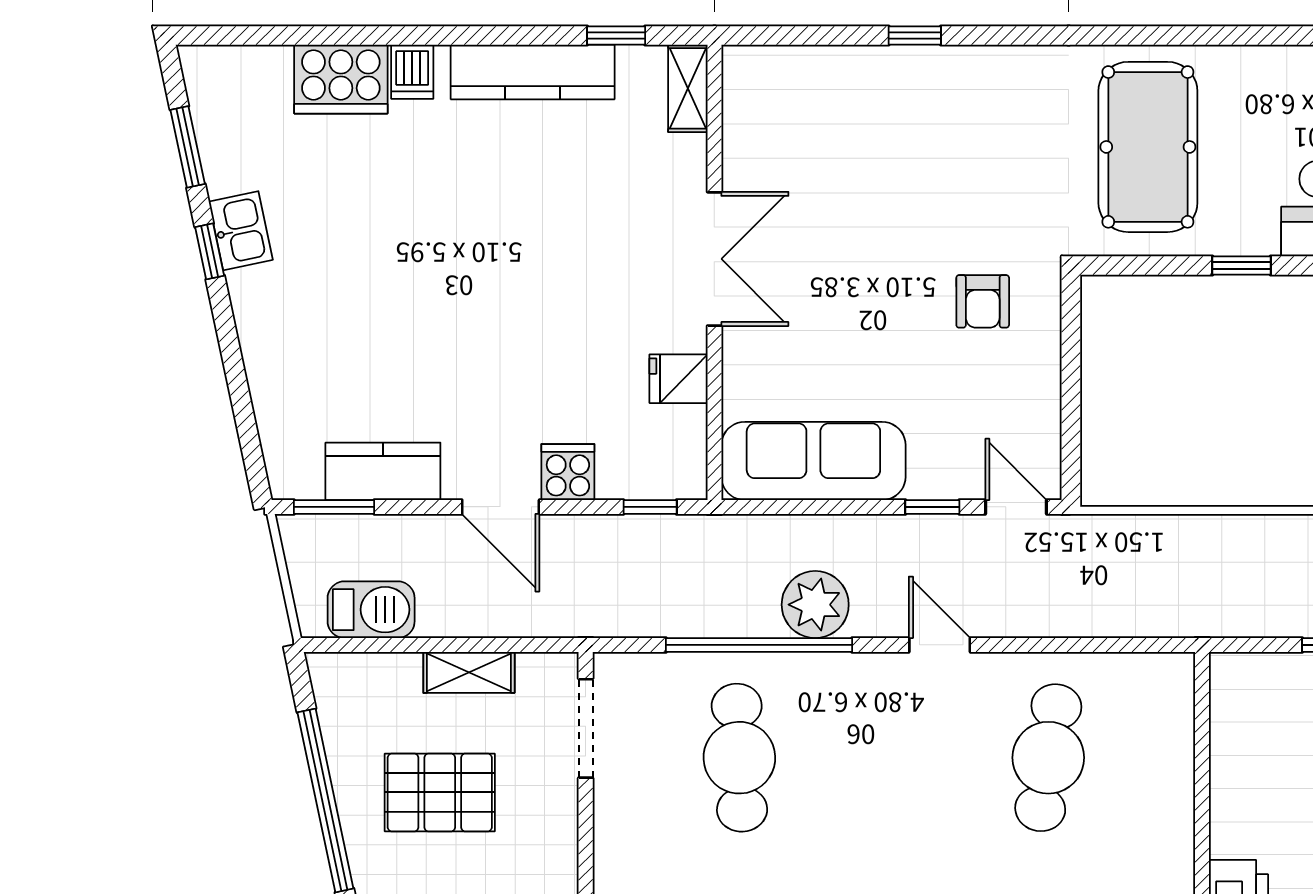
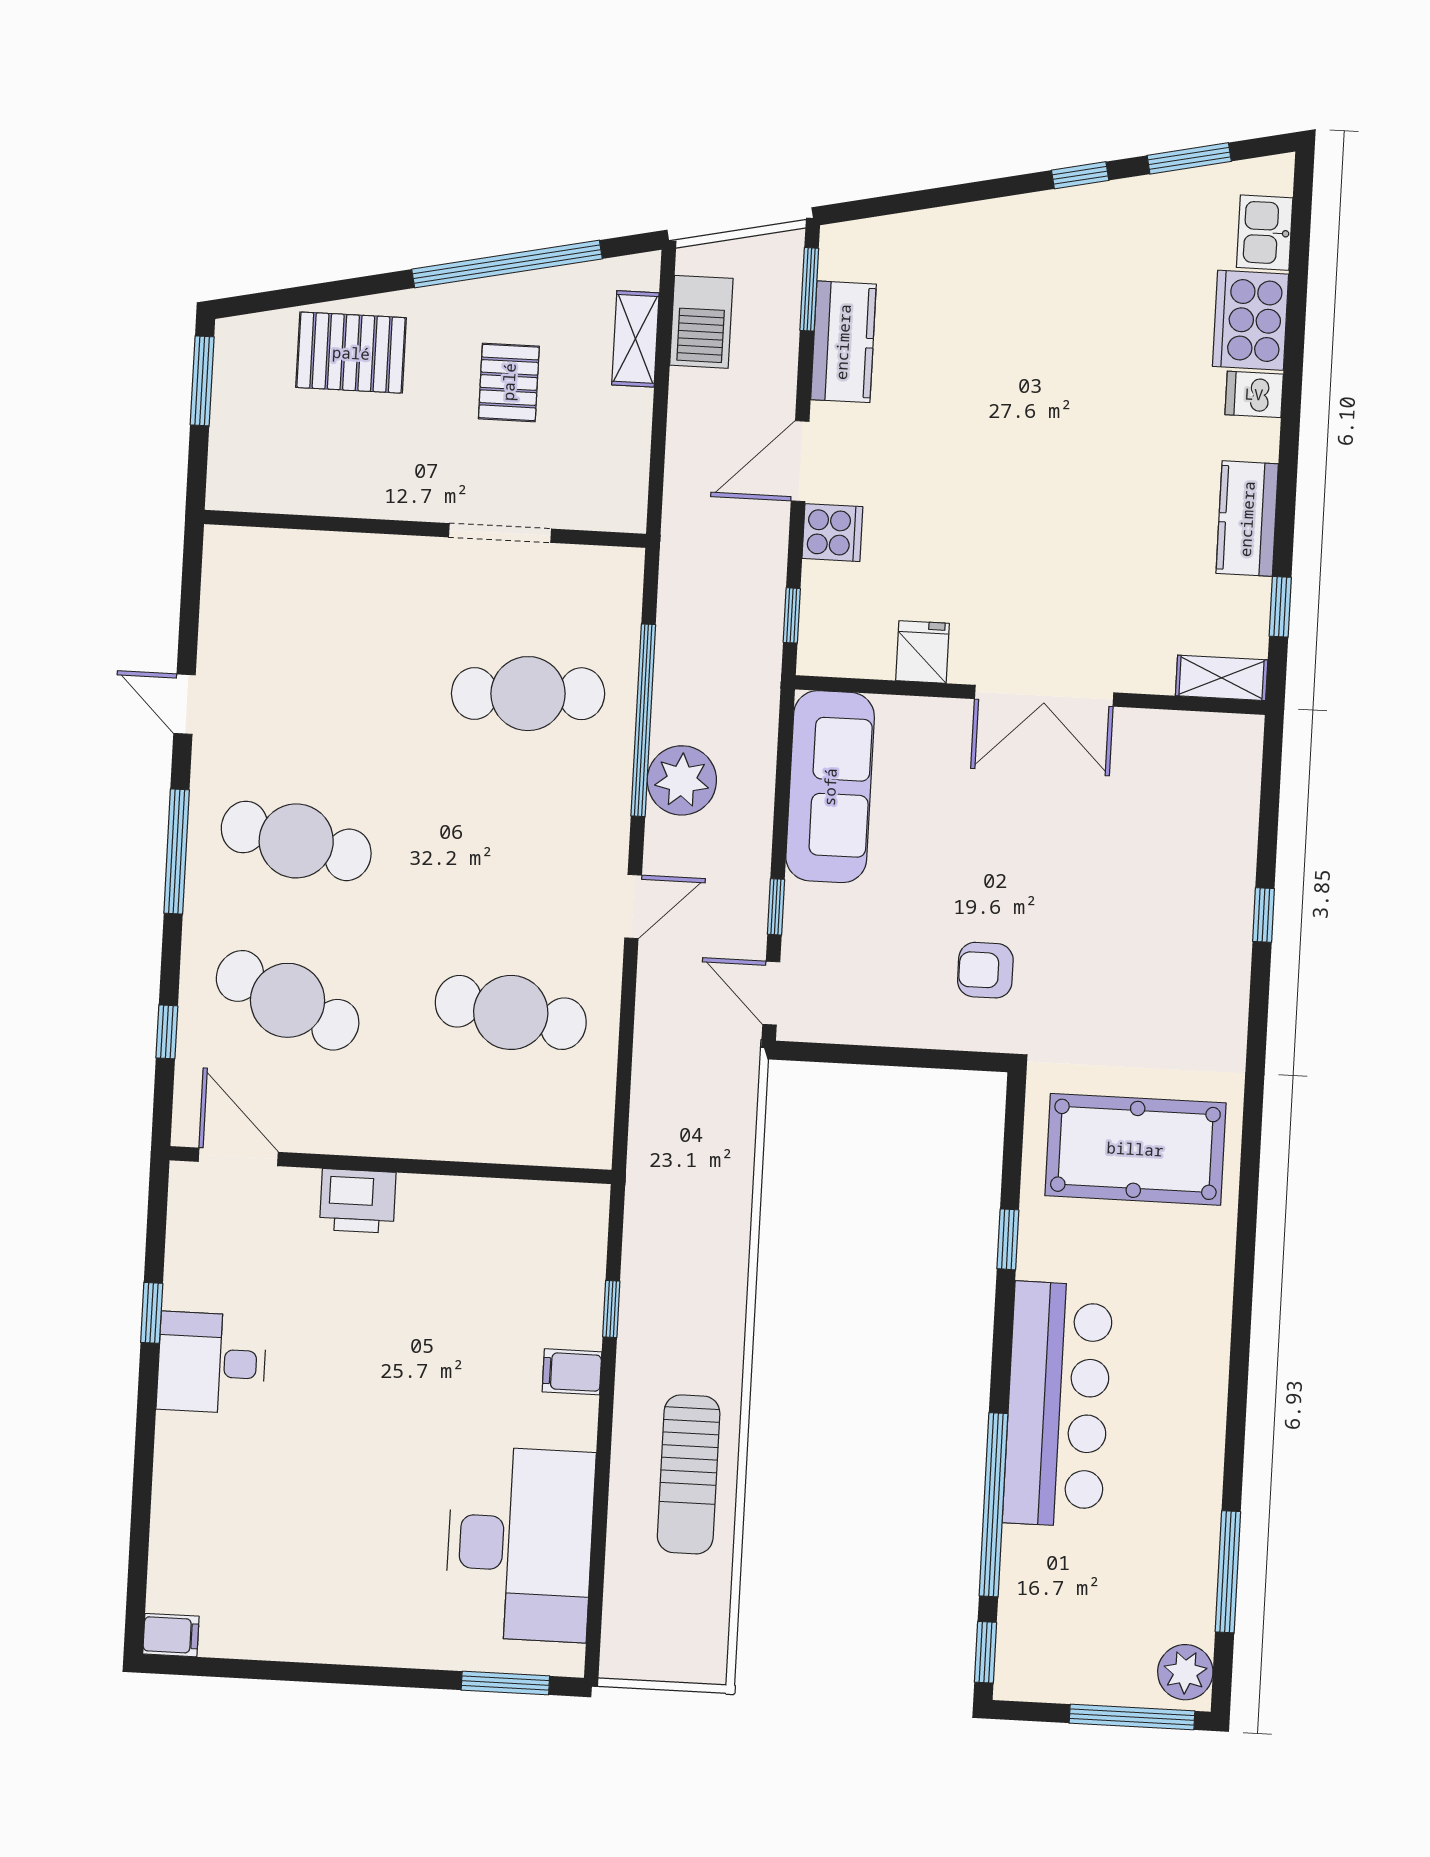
kitchen counter: (533, 72) -> (1247, 519), width x0.67
kitchen sink: (241, 231) -> (1265, 233), moved, turned 102
door: (1016, 507) -> (771, 993), swing flipped
shelving: (469, 672) -> (635, 339), moved
doorway: (586, 728) -> (500, 533), moved
pallet: (440, 792) -> (509, 382), width x0.67, depth x0.71

